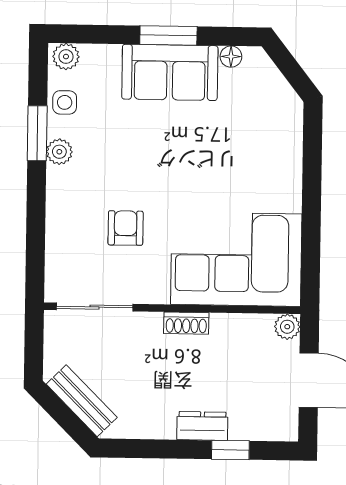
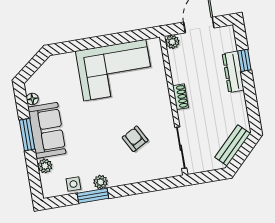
plant: (66, 57) -> (45, 166), moved
armchair: (126, 228) -> (135, 139), turned 61
corner sofa: (236, 259) -> (115, 70), moved, turned -90
dresser: (202, 426) -> (233, 72), width x1.44

